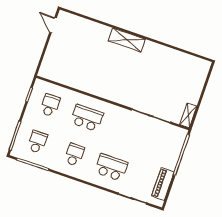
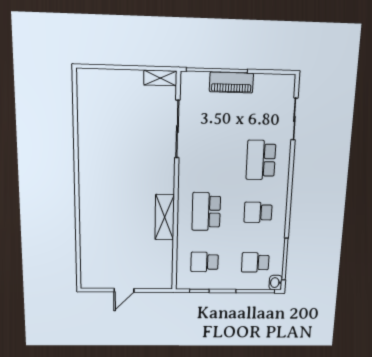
door: (53, 25) -> (124, 290), moved
shelving: (127, 40) -> (165, 217), moved
washbasin: (17, 152) -> (276, 283), added
piano: (163, 184) -> (231, 83), moved

